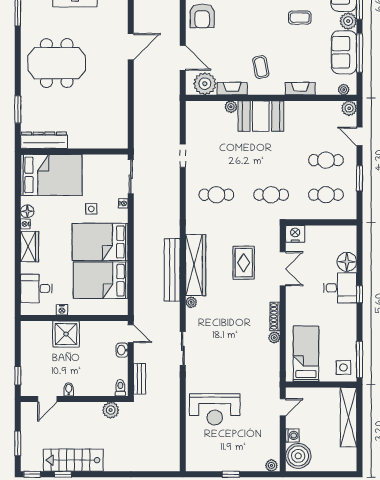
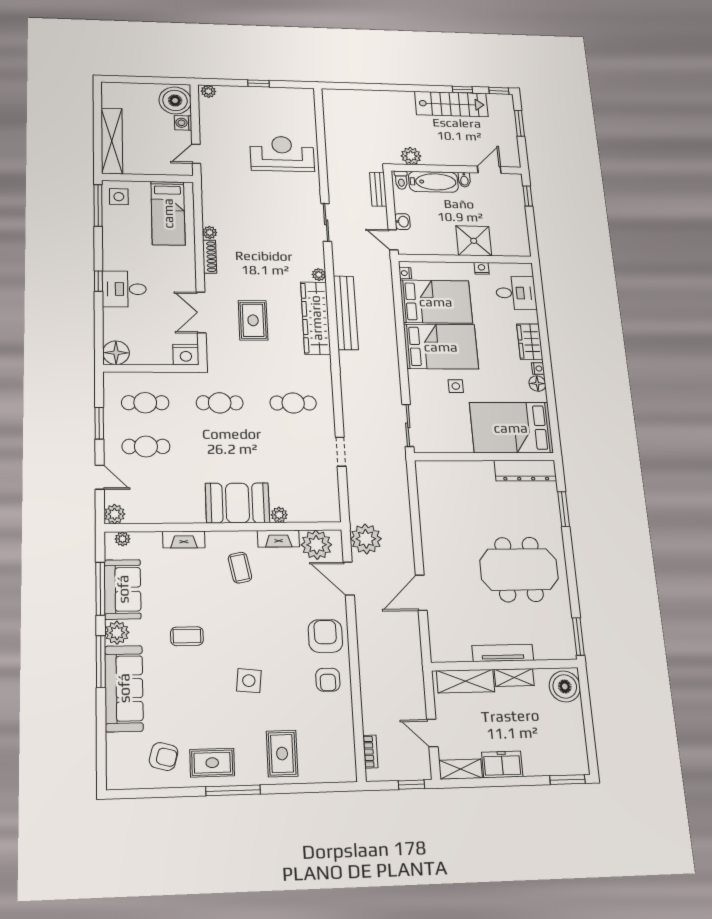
plant: (168, 88) -> (366, 539), added
nightstand: (123, 203) -> (405, 273), moved
floor lamp: (347, 262) -> (116, 353), moved
bathtub: (94, 387) -> (433, 182), added

